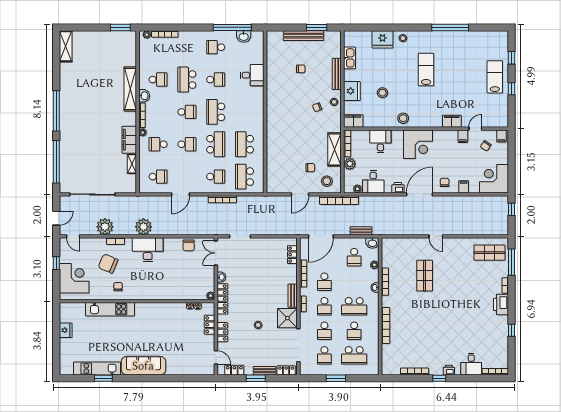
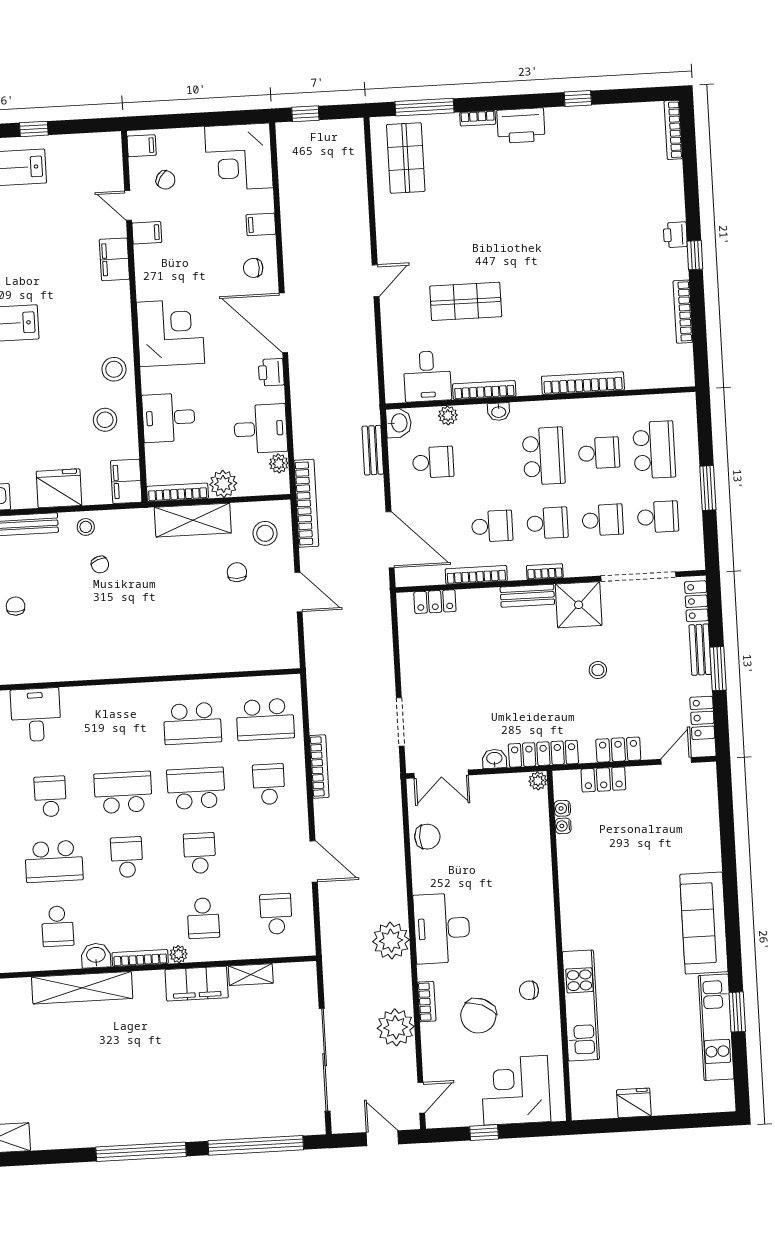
school desk: (158, 80) -> (58, 926), turned 180
stool: (382, 93) -> (105, 420), moved
school desk: (216, 112) -> (123, 792), turned 180
desk: (471, 364) -> (427, 376), moved, turned 90

